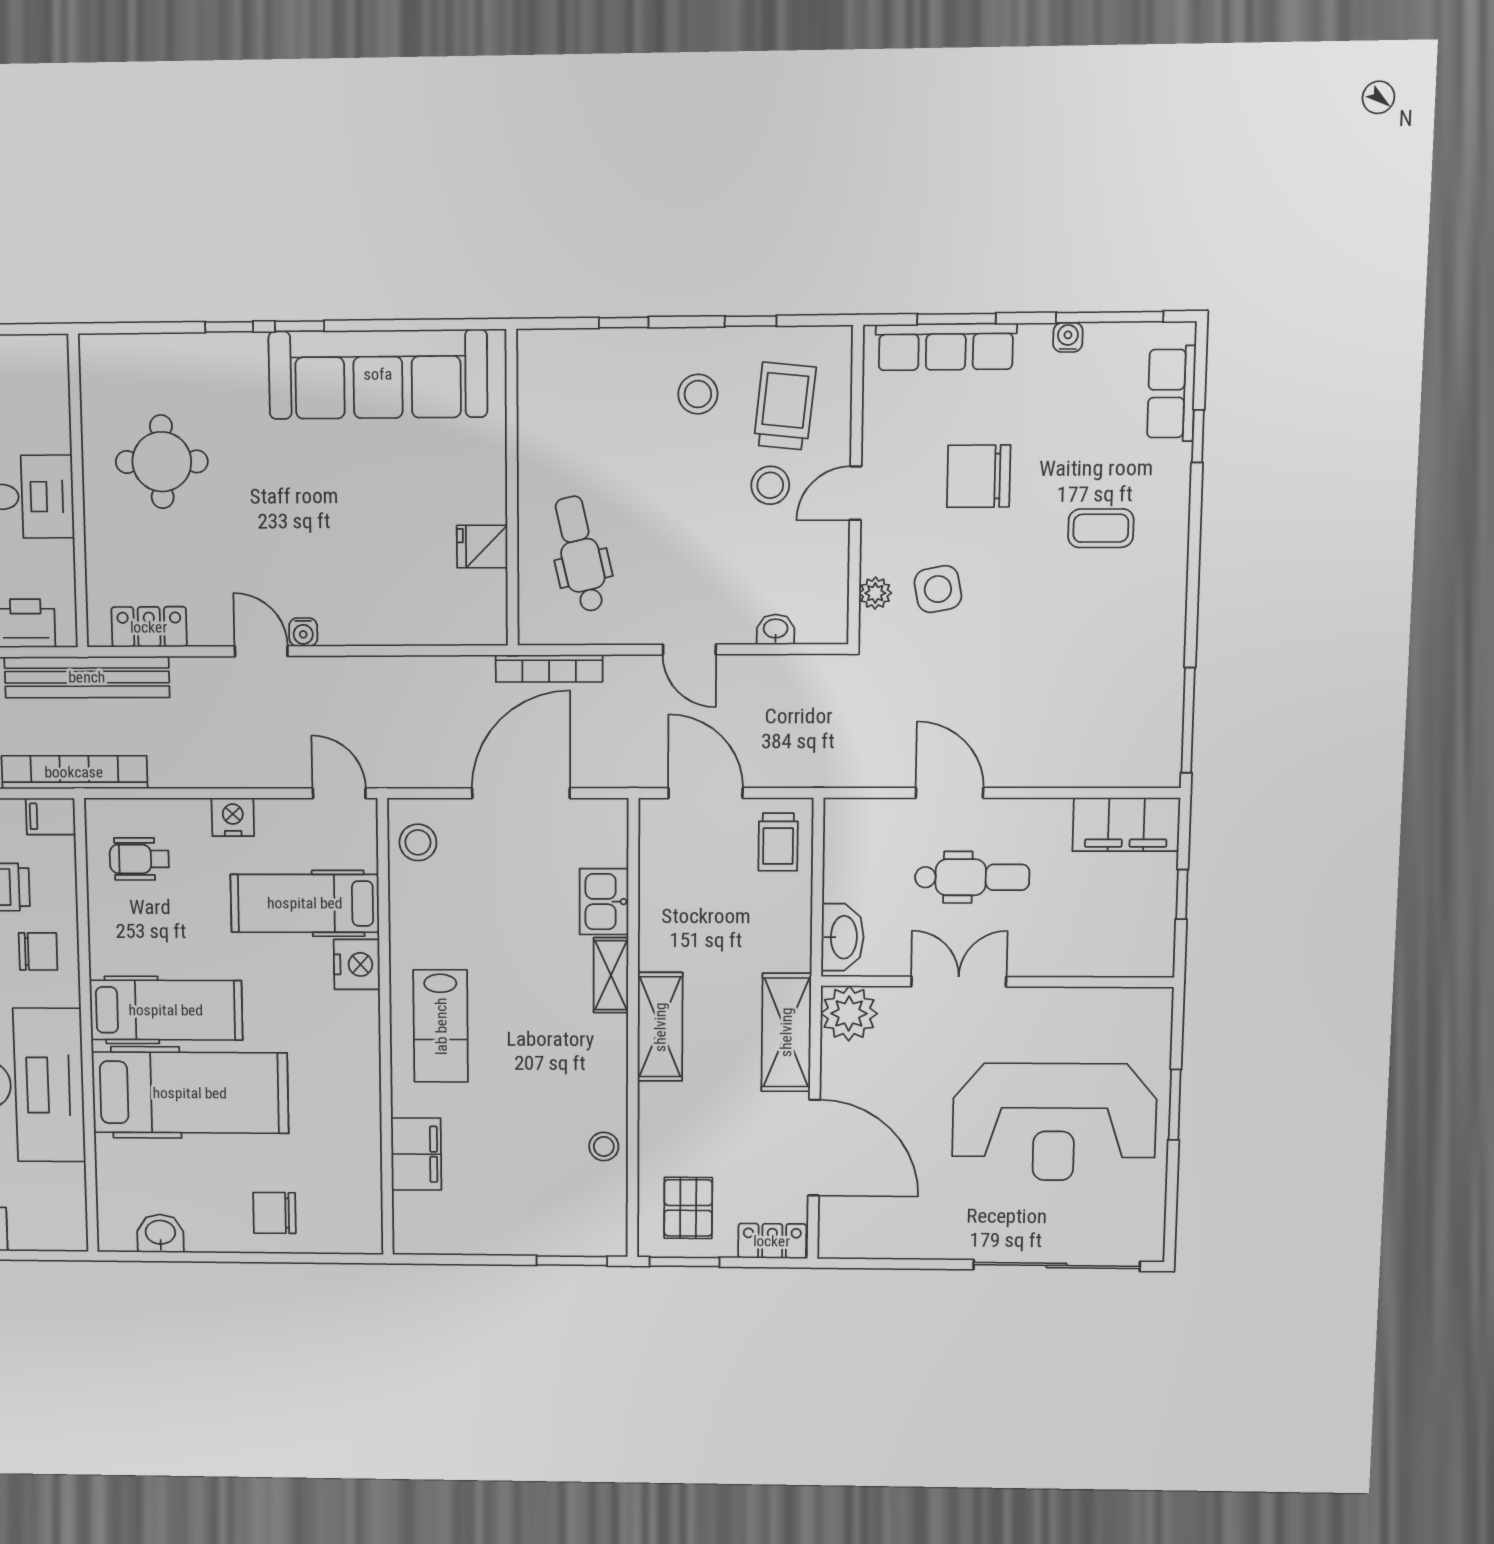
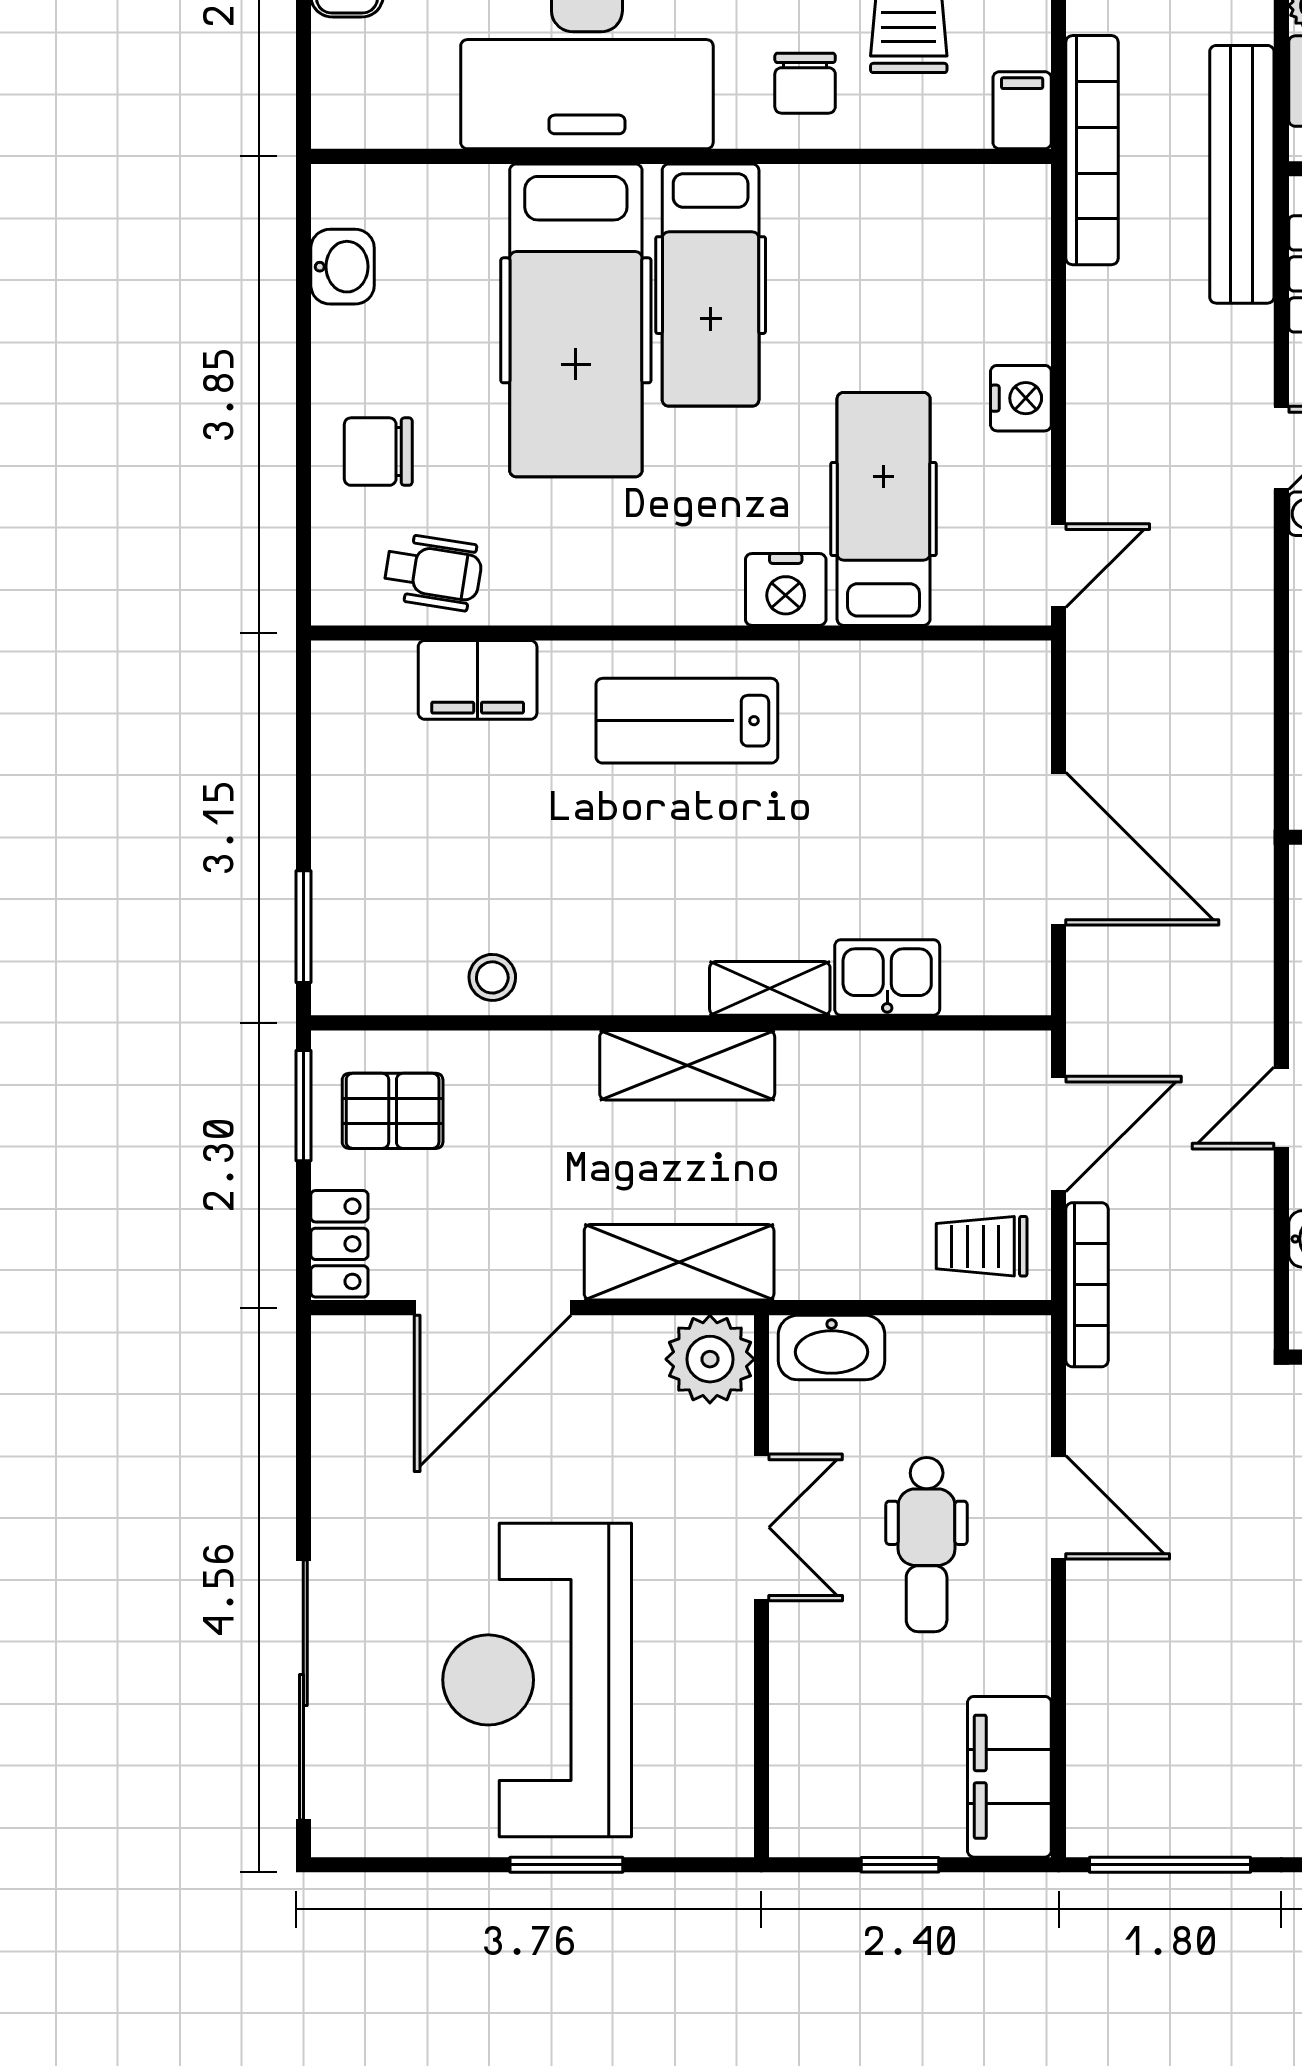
bookcase: (549, 668) -> (1087, 1285), moved, turned 180
door: (949, 793) -> (1059, 1507), hinge flipped
stool: (418, 842) -> (981, 688), removed
wheelchair: (139, 859) -> (433, 572), moved, turned 99
chair: (274, 1213) -> (378, 452), turned -90

